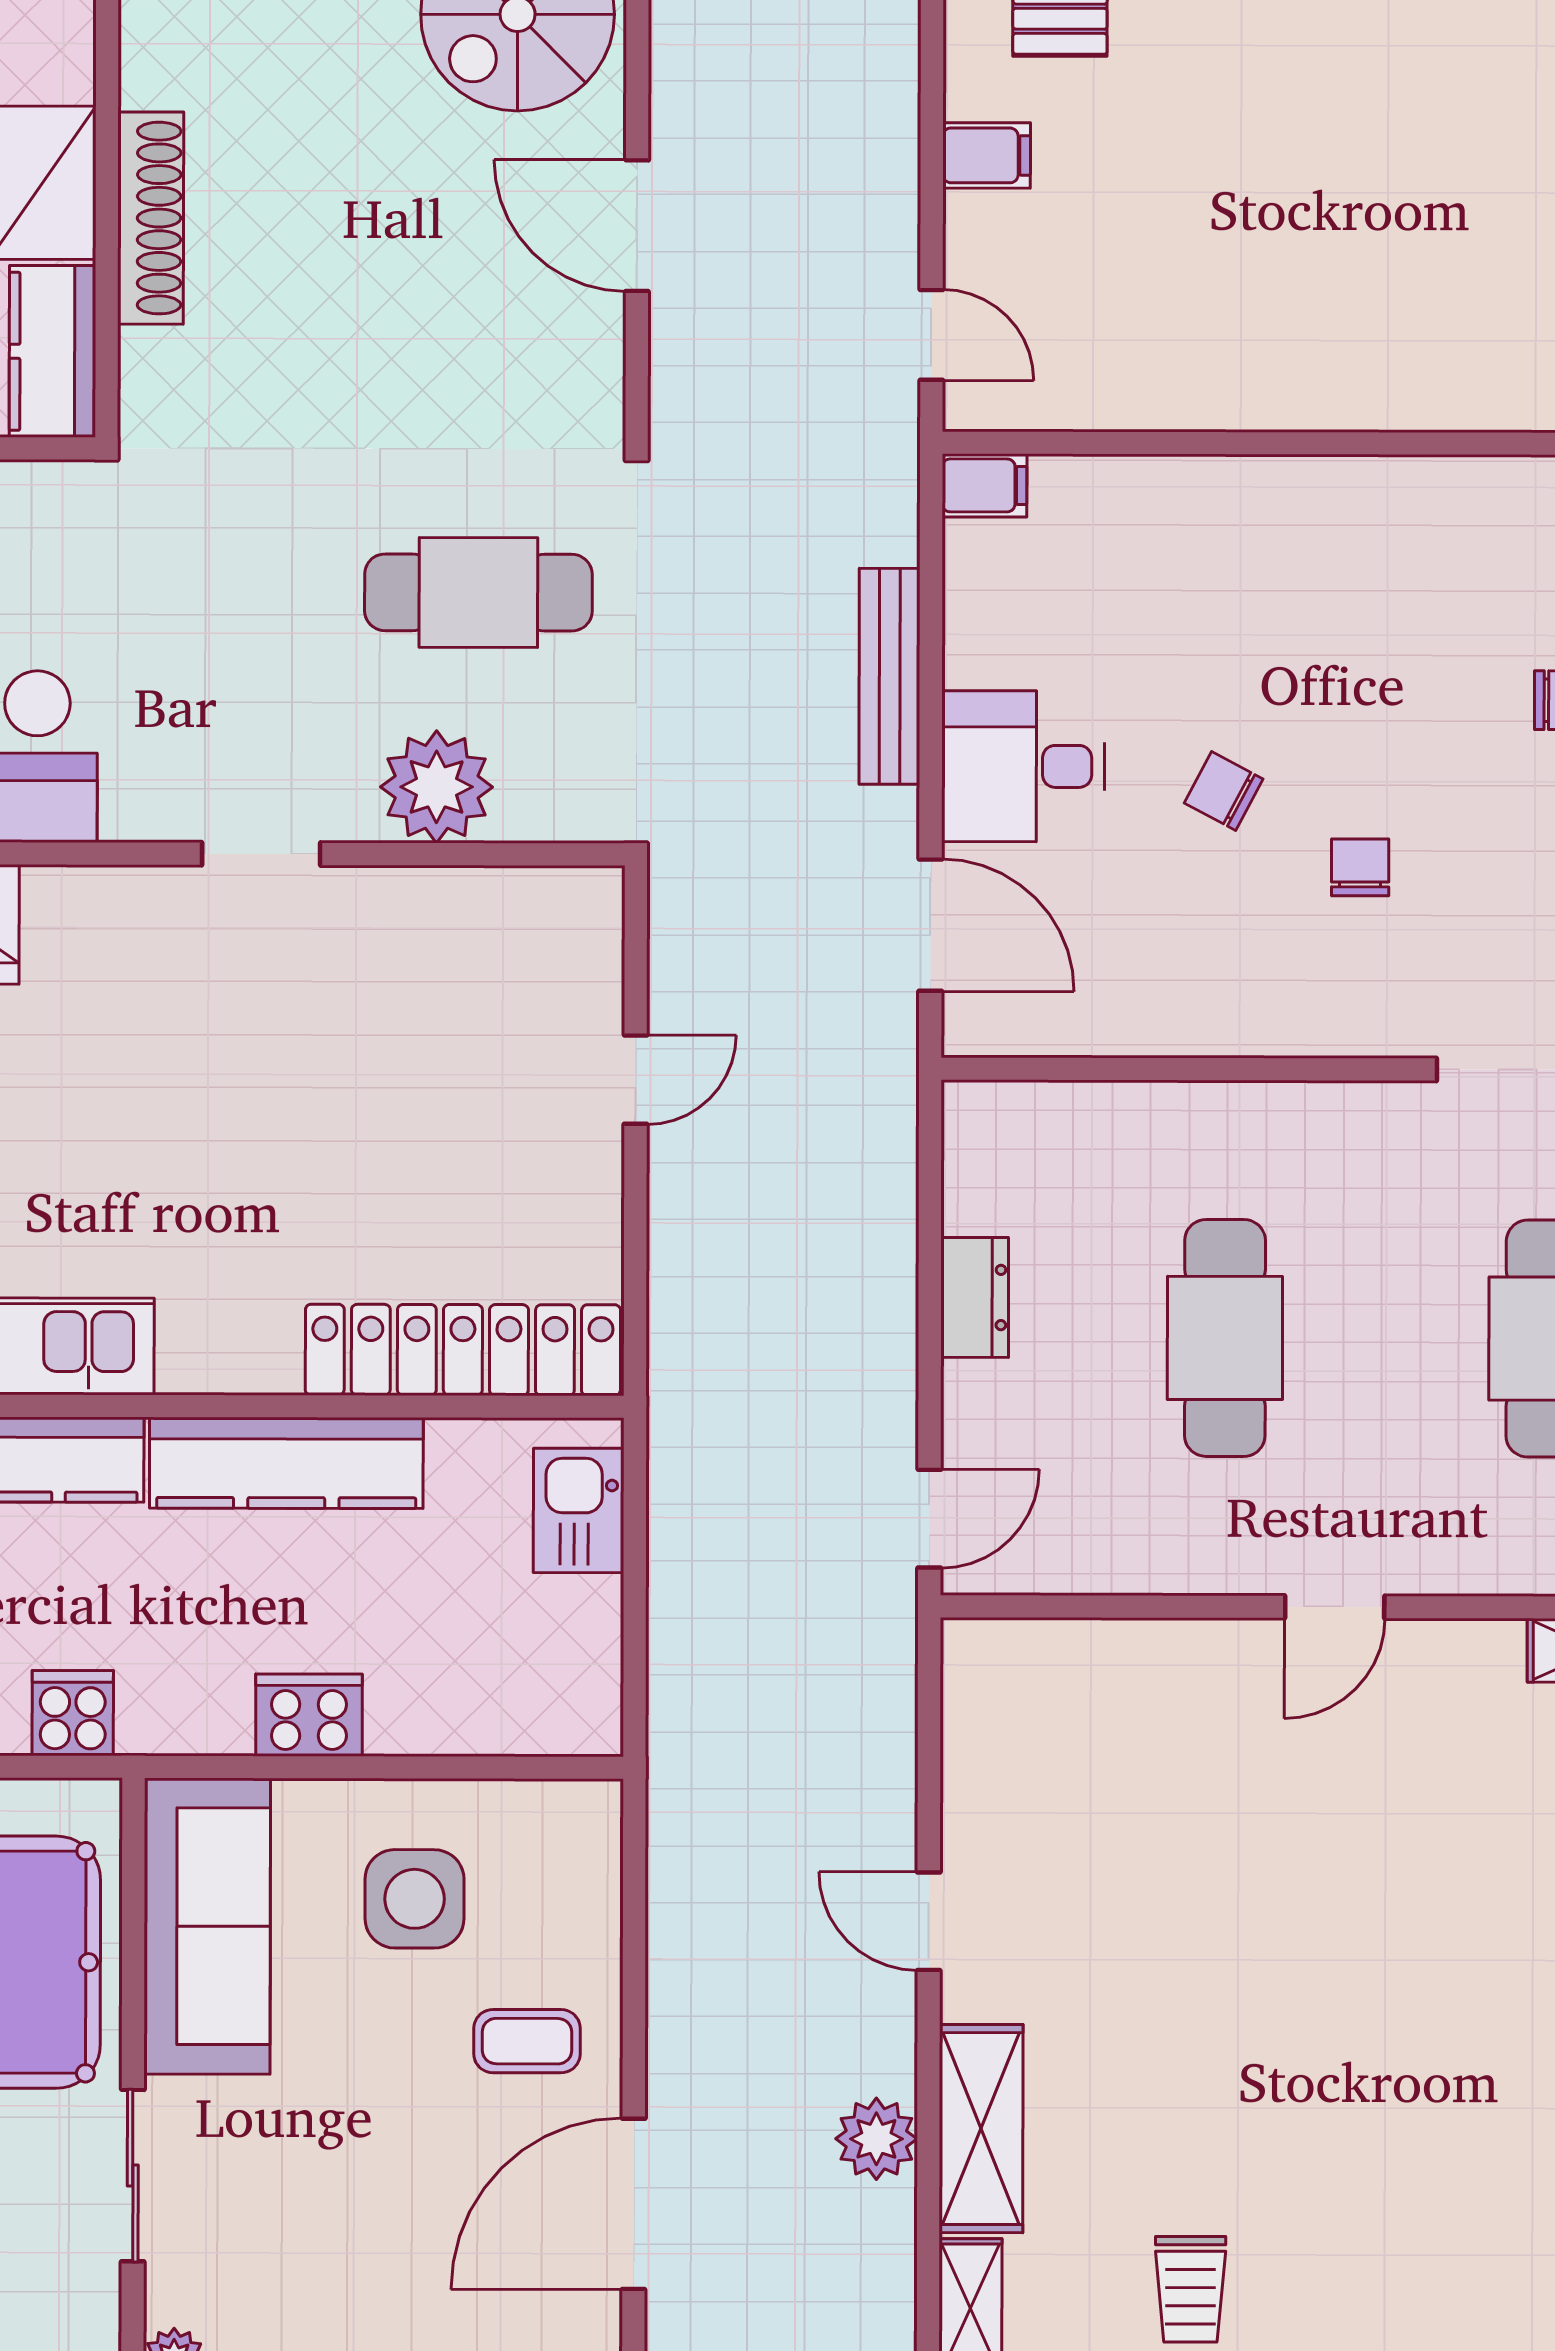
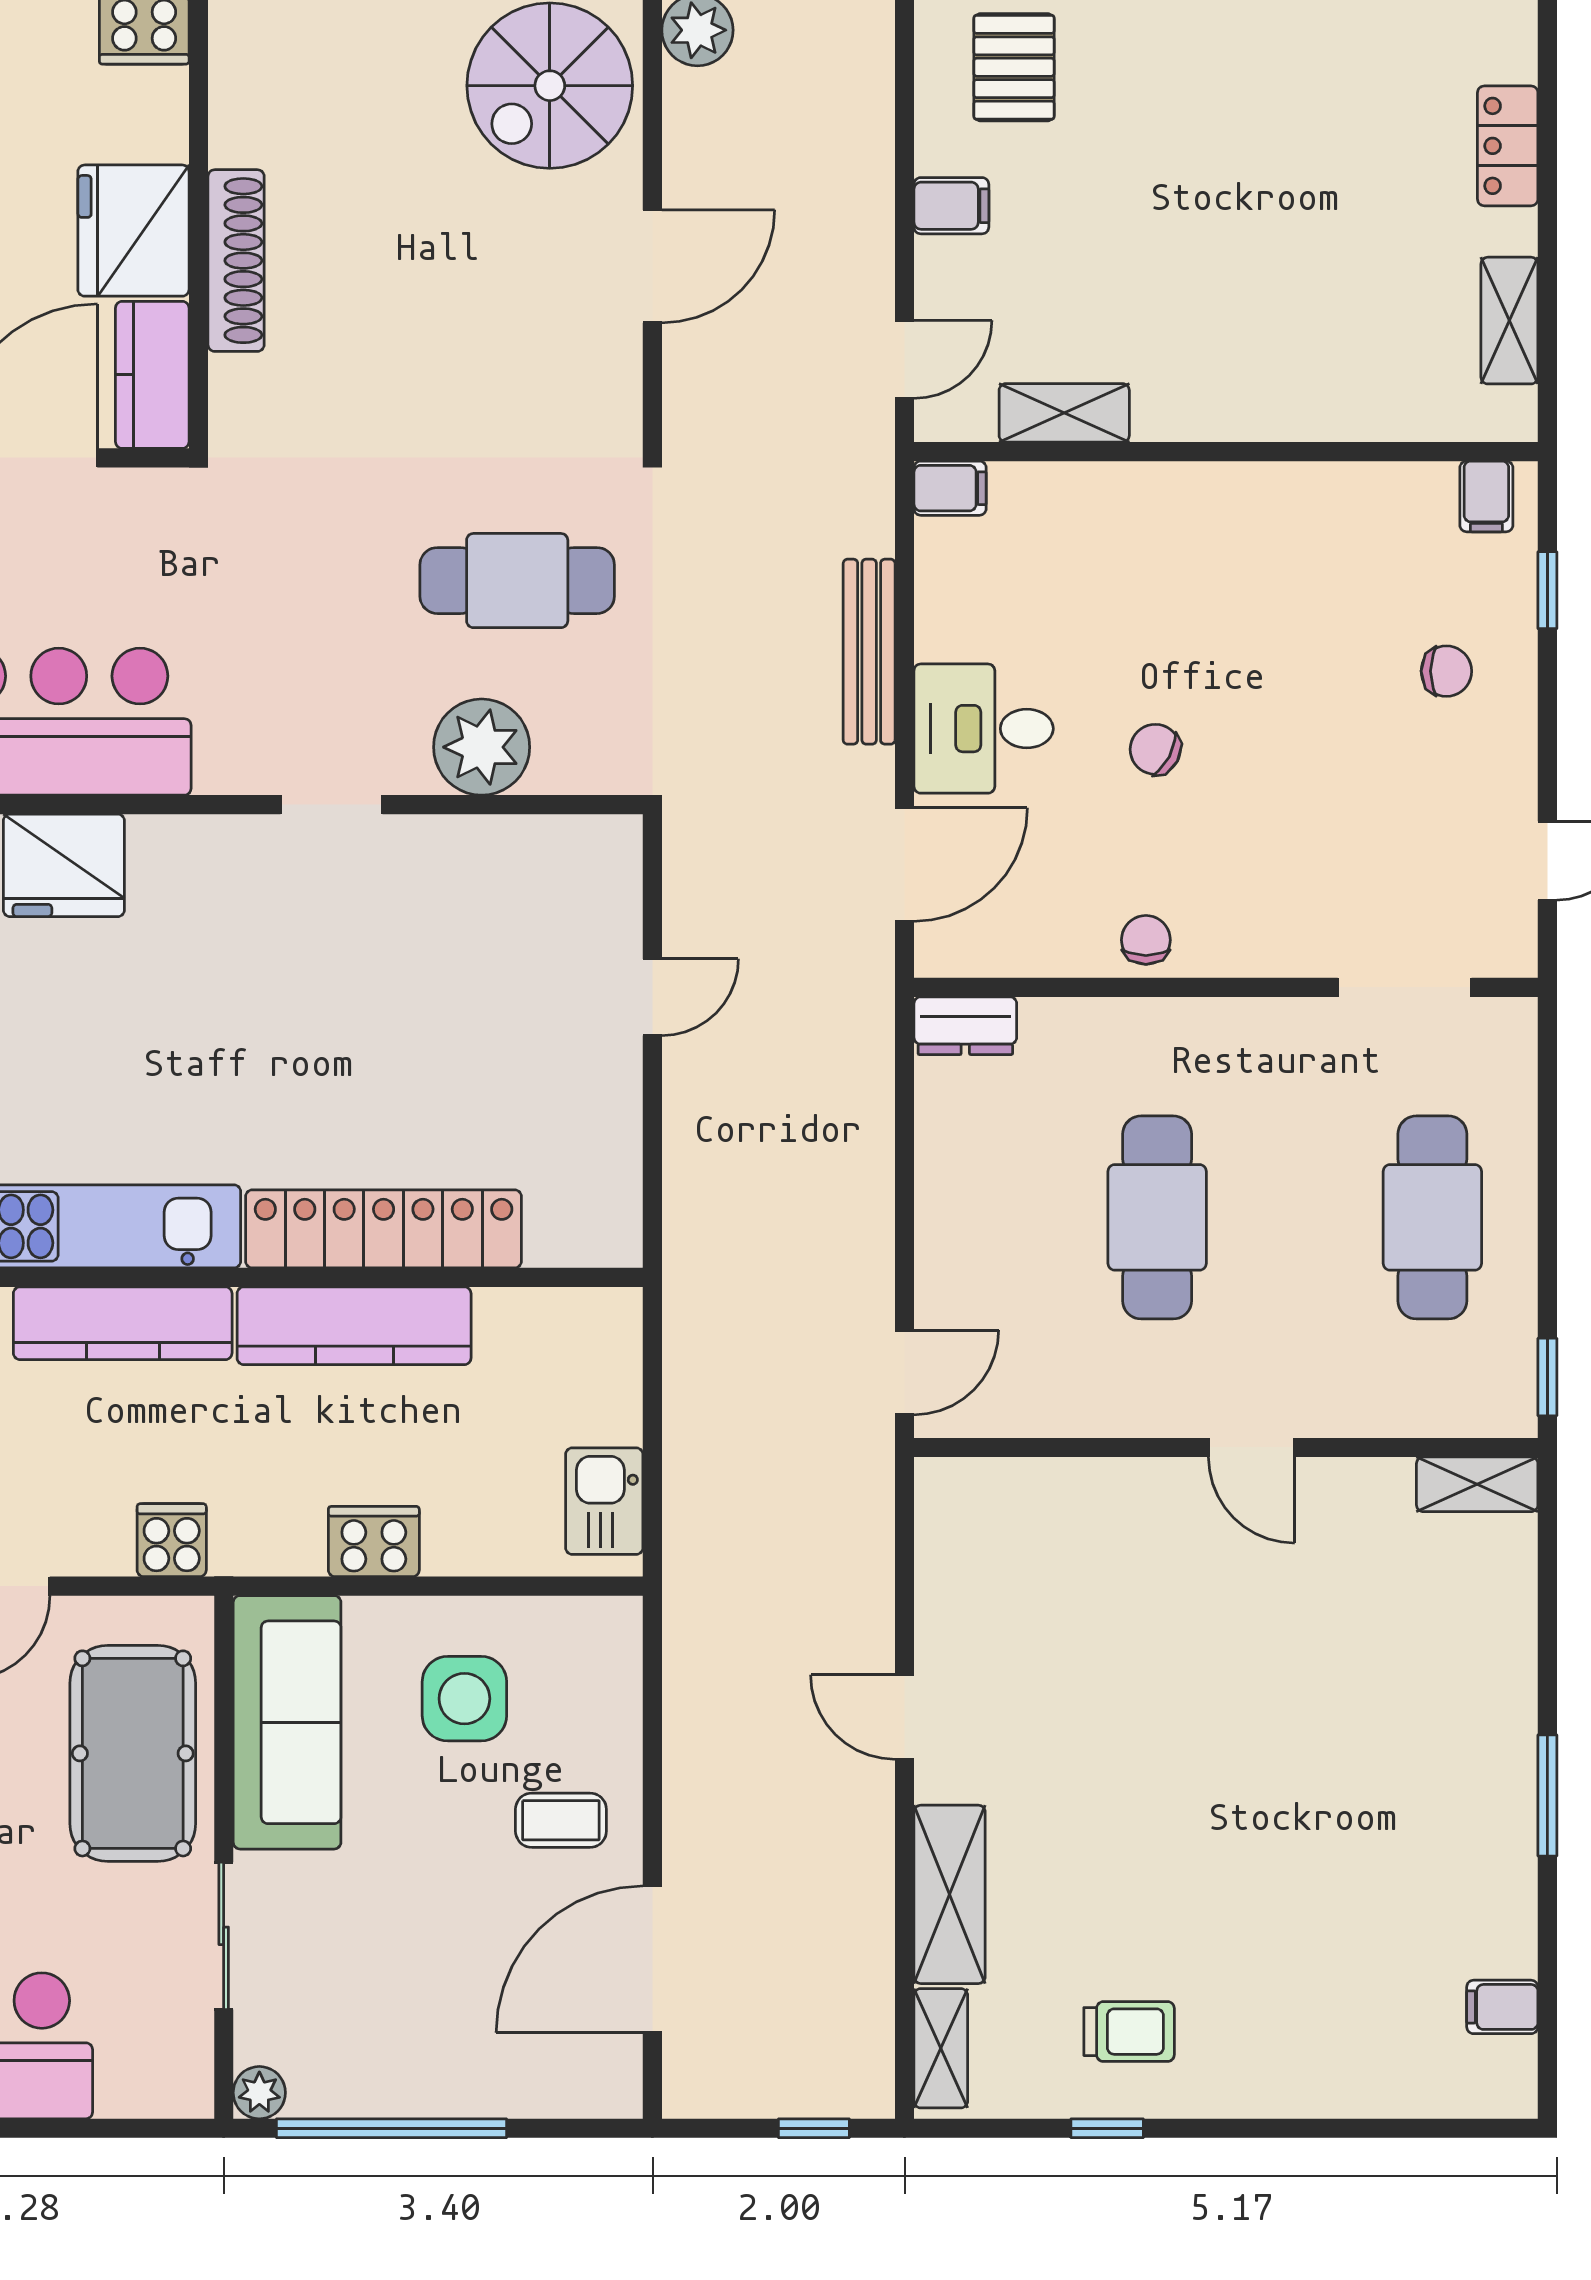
door: (637, 226) -> (652, 266), swing flipped
door: (931, 335) -> (904, 359), hinge flipped
shelving: (1118, 398) -> (1064, 413), added
chair: (1360, 867) -> (1146, 940), moved
door: (930, 925) -> (904, 865), hinge flipped
dresser: (975, 1297) -> (965, 1026), moved, turned 90
locker: (463, 1350) -> (384, 1229), moved
kitchen sink: (579, 1510) -> (604, 1501), moved
door: (1335, 1607) -> (1251, 1447), hinge flipped
plant: (876, 2139) -> (860, 1903), removed
trolley: (1190, 2289) -> (1129, 2032), turned -90

